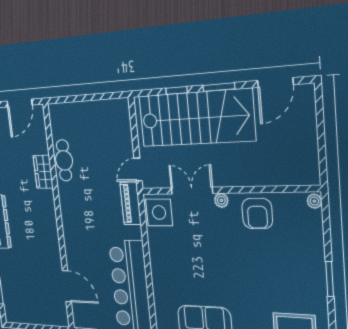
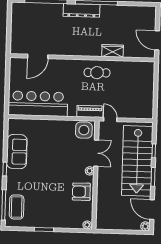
plant: (307, 92) -> (145, 226), added
cafe table: (64, 160) -> (97, 73), moved

